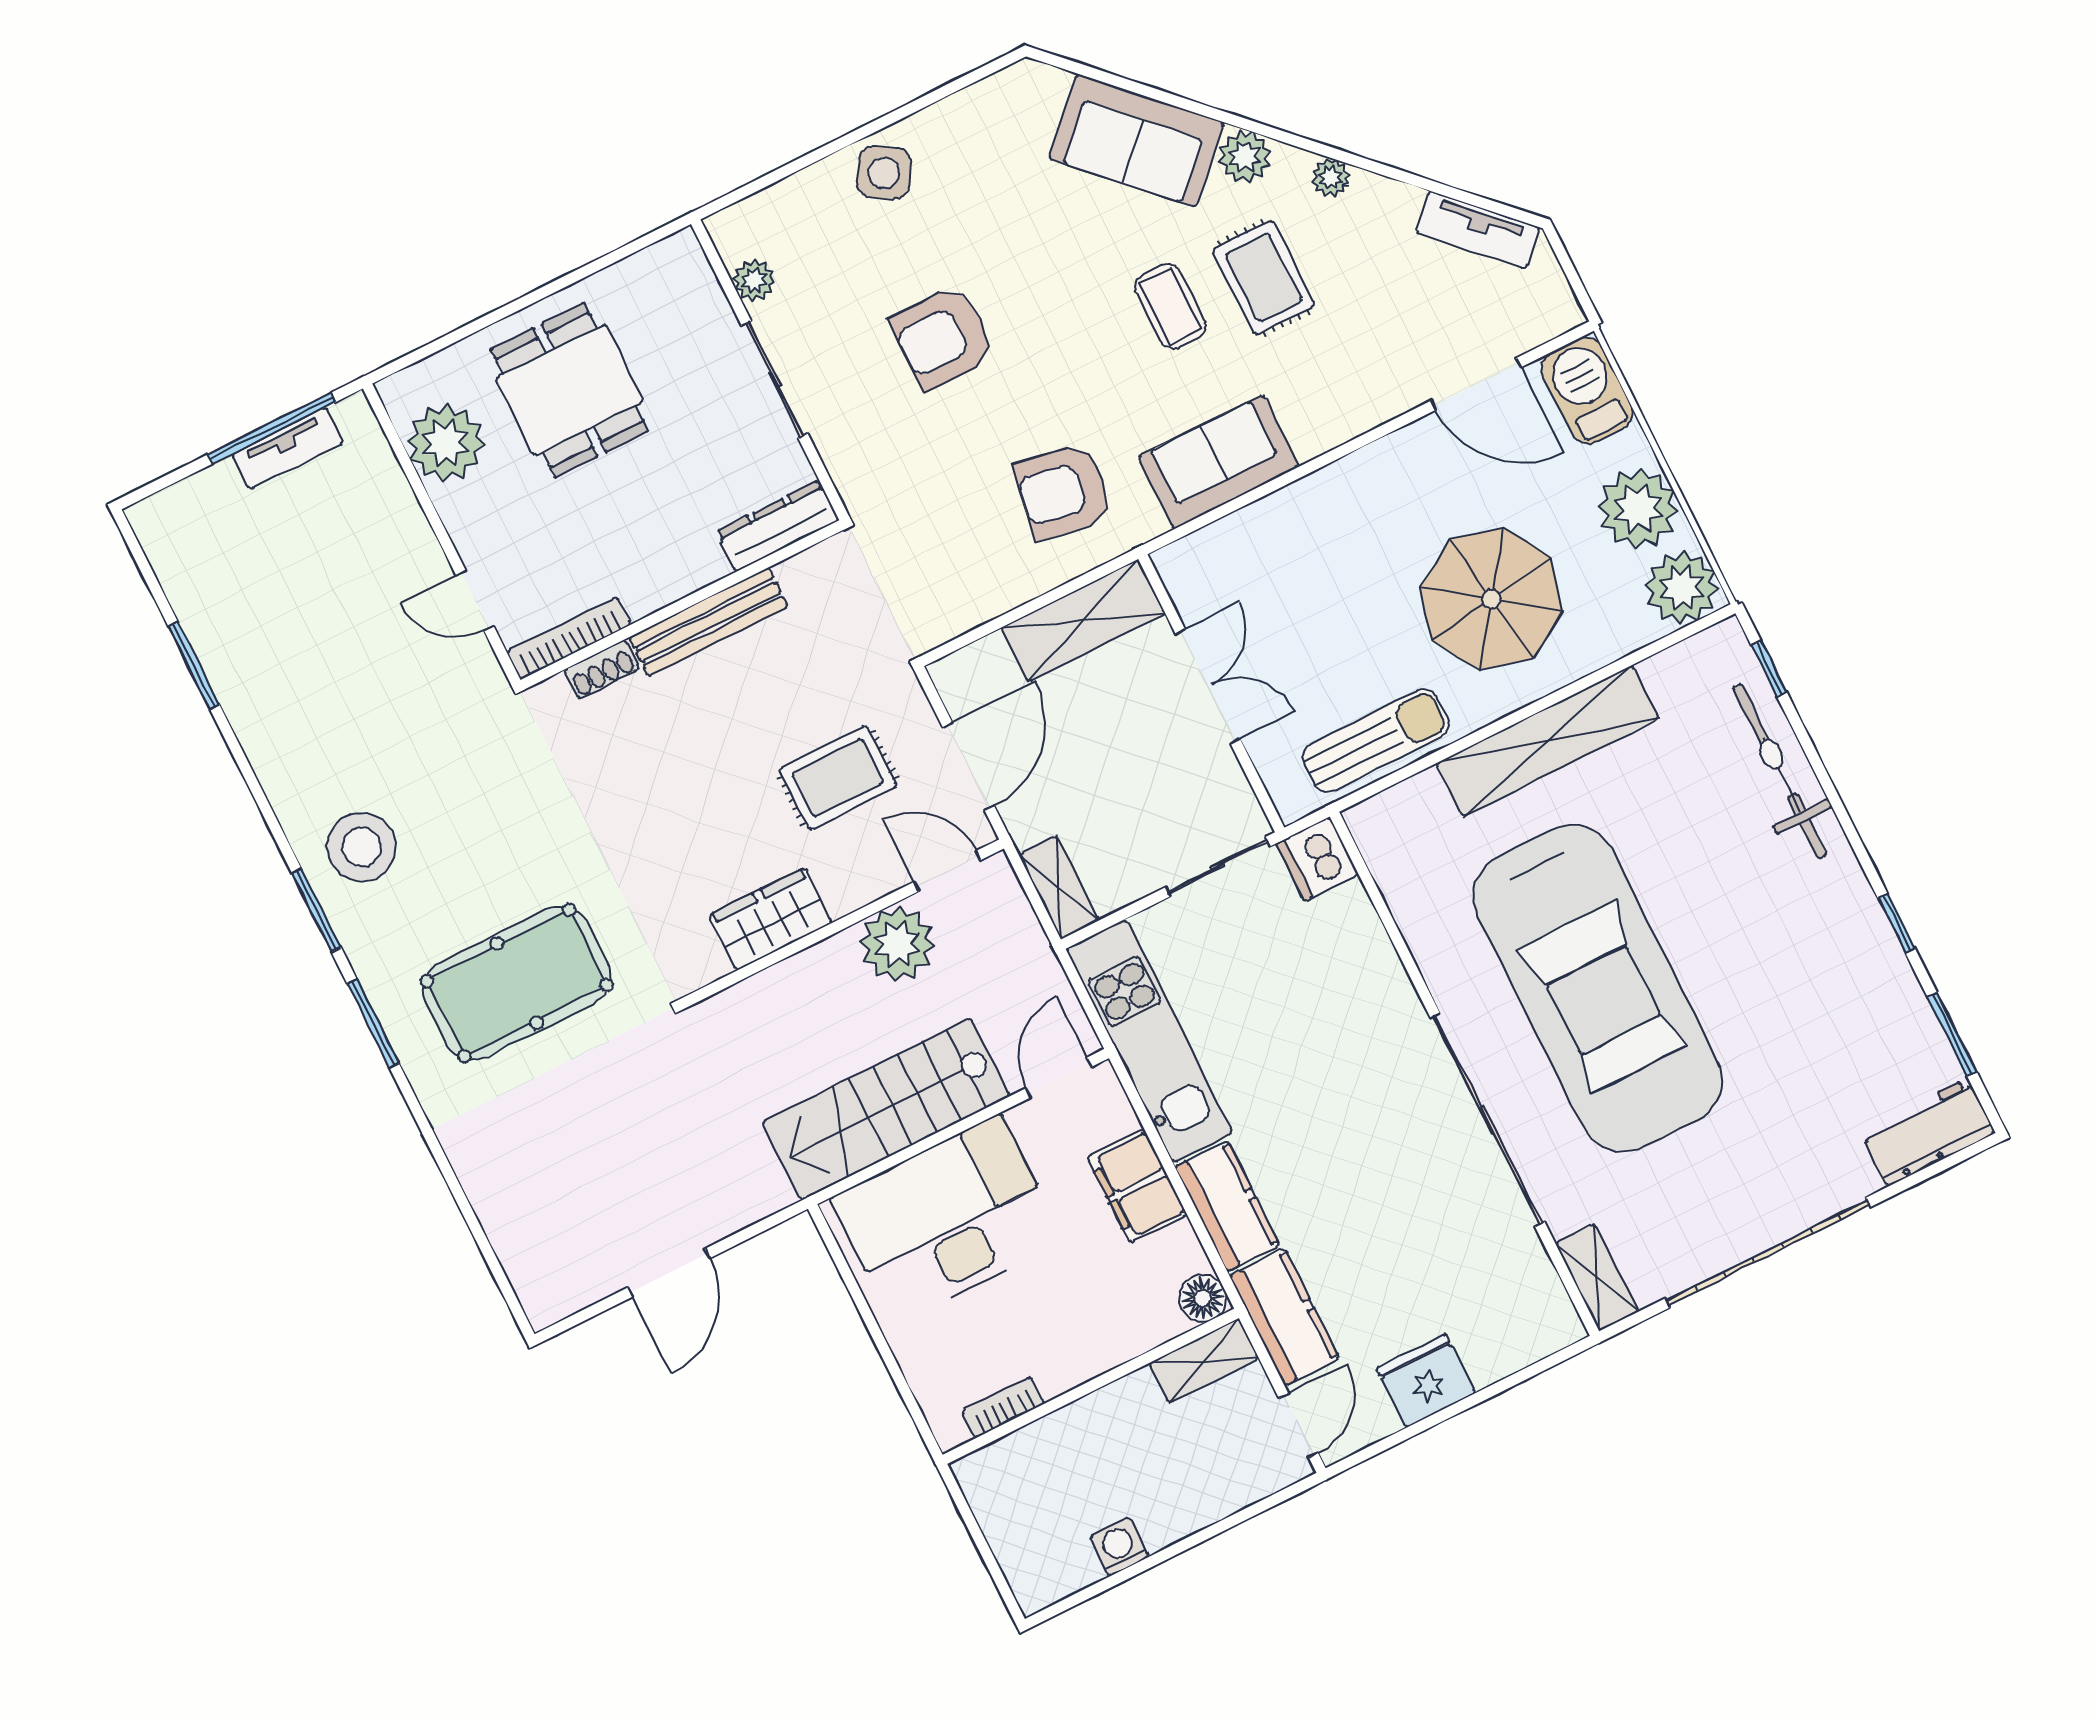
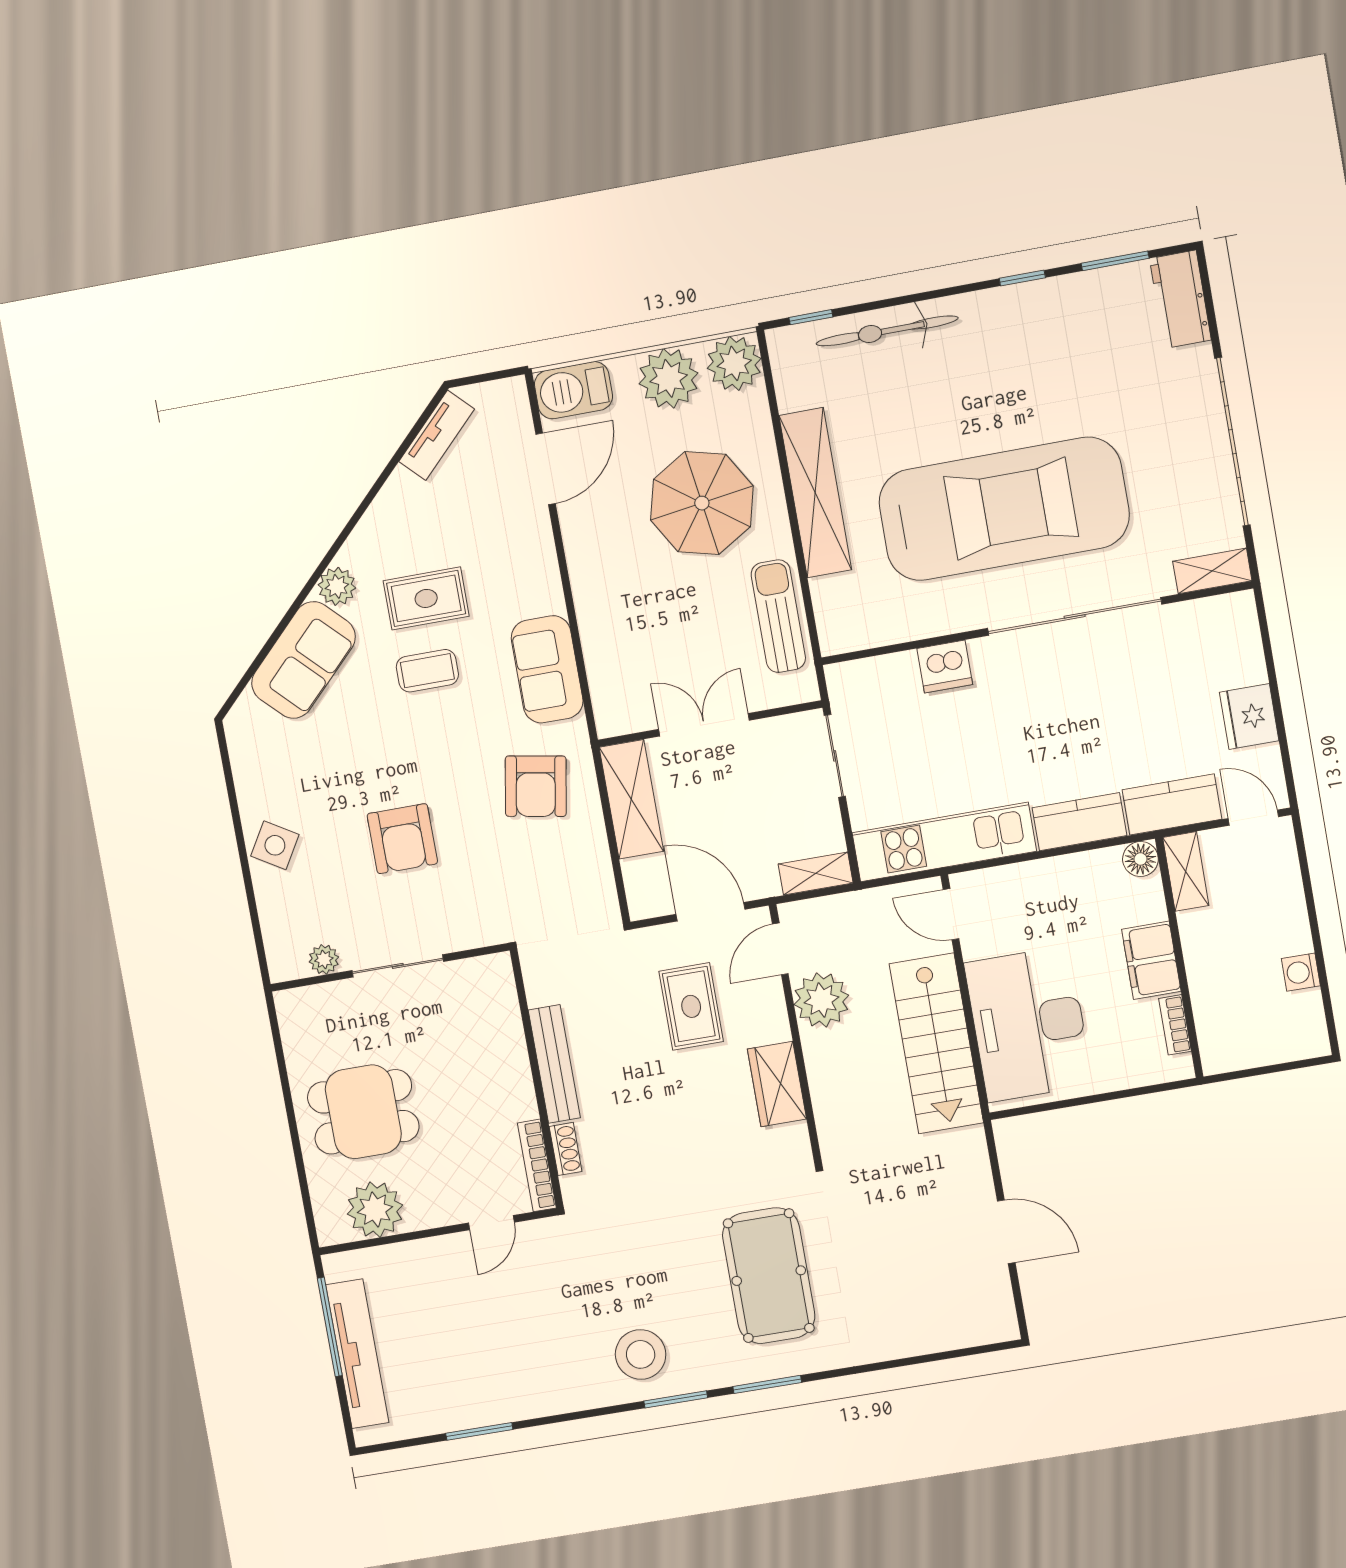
plant: (1330, 178) -> (369, 530), removed
tv unit: (288, 448) -> (357, 1354), width x1.92, depth x1.29
dresser: (778, 526) -> (501, 995), removed
dishwasher: (1317, 859) -> (945, 666), moved
filing cabinet: (1137, 1186) -> (1151, 960), moved, turned 90

